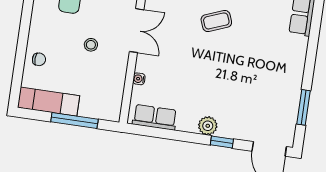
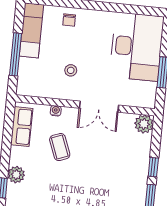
coffee table: (216, 21) -> (60, 147), moved
stool: (91, 45) -> (71, 70), moved

